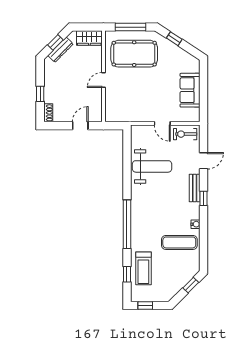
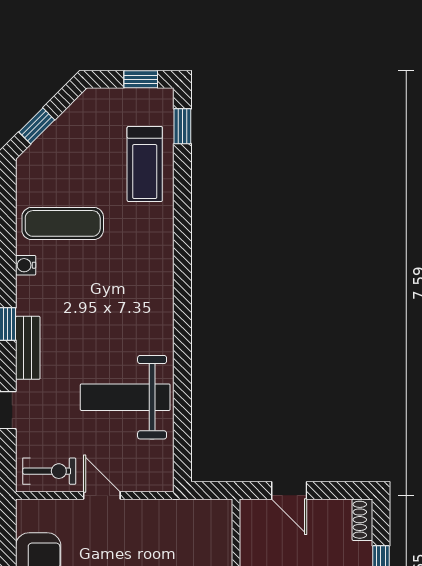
door: (80, 126) -> (289, 490), hinge flipped
window: (127, 224) -> (182, 265), removed
treadmill: (143, 268) -> (145, 164), turned 180
window: (127, 274) -> (182, 126), moved

